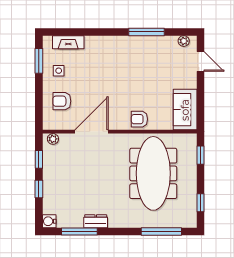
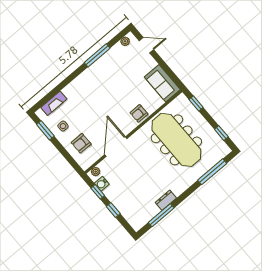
water cooler: (49, 221) -> (102, 184), moved

